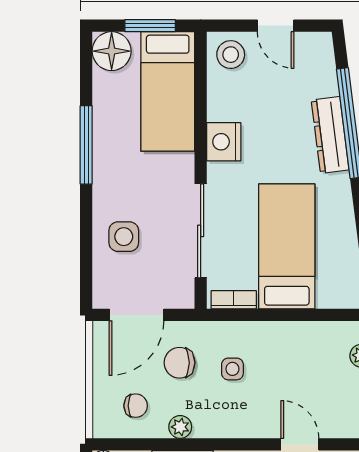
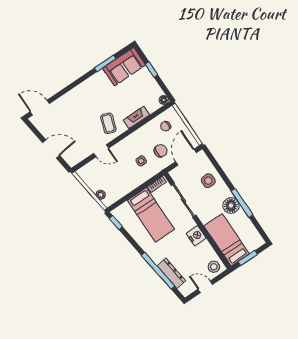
floor lamp: (112, 51) -> (231, 205), moved
dresser: (330, 135) -> (171, 273), moved
plant: (180, 427) -> (146, 129), removed

